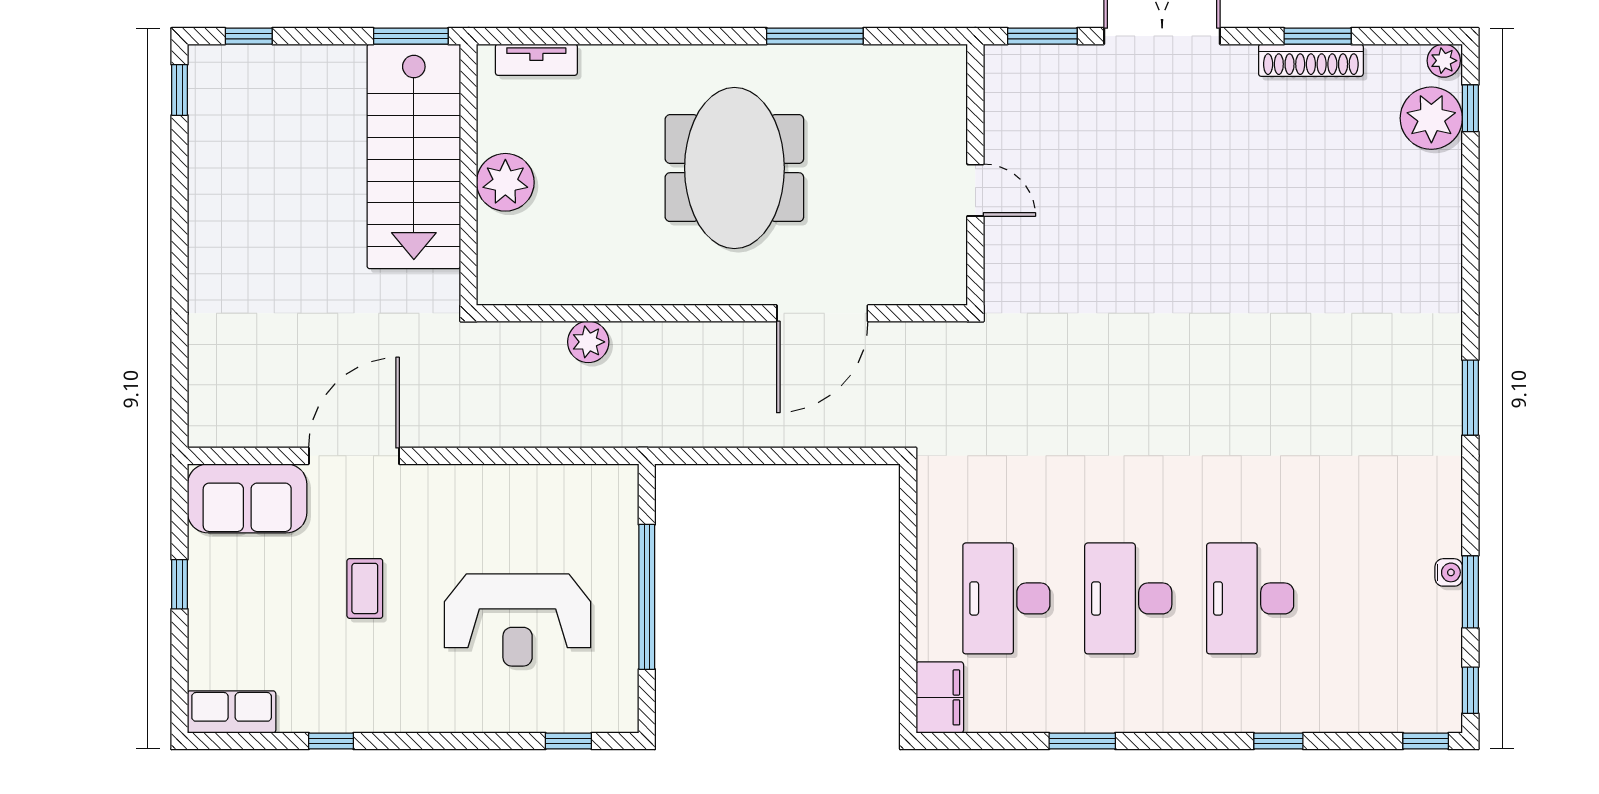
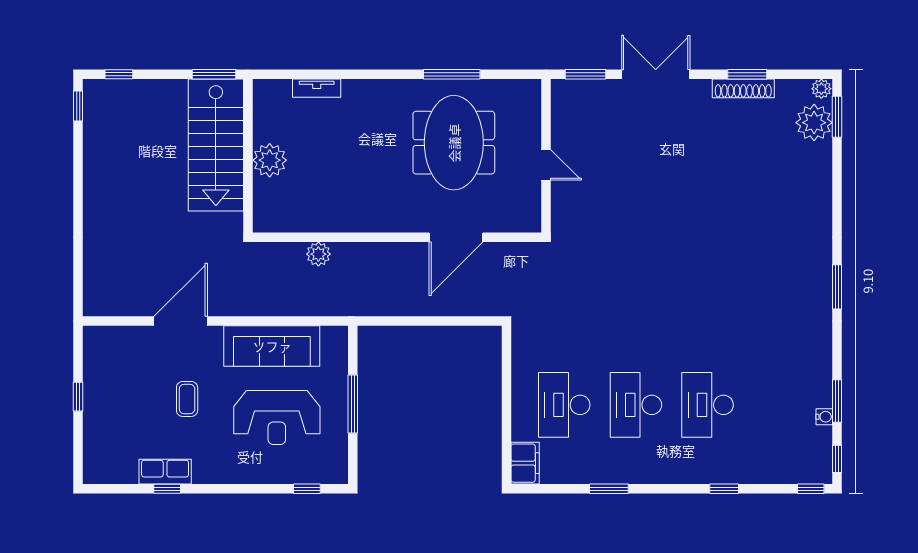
tv unit: (536, 60) -> (317, 88), moved
window: (1470, 108) -> (837, 117), width x1.50
meeting table: (734, 168) -> (454, 143), moved
sofa: (247, 498) -> (272, 346), moved, width x1.36
water cooler: (1449, 572) -> (824, 417), moved
window: (647, 597) -> (353, 404), width x0.68
row of seats: (232, 712) -> (165, 472), moved

